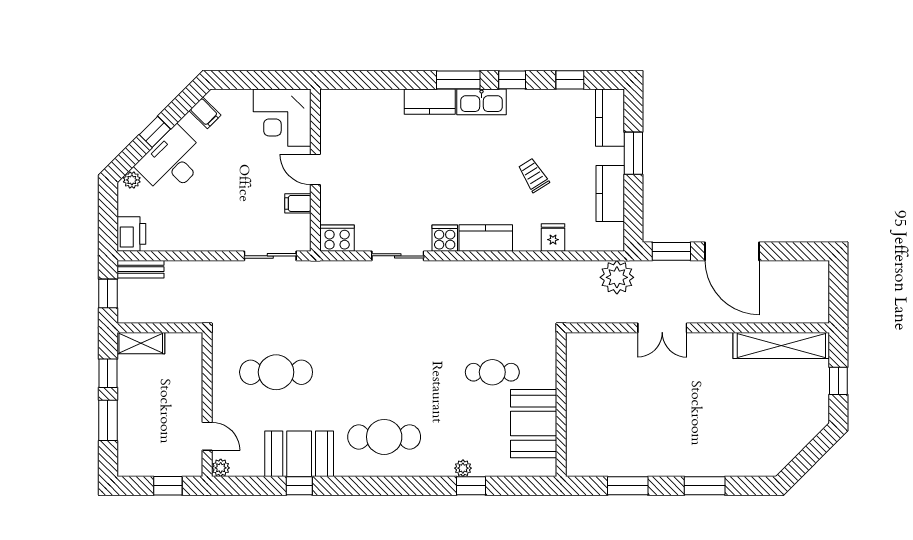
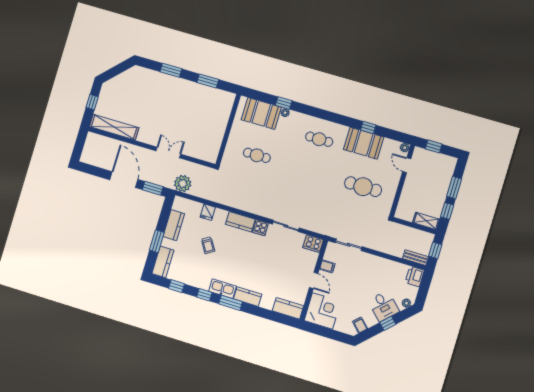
kitchen counter: (348, 103) -> (288, 308), added
desk: (172, 162) -> (384, 306), width x0.73
booth: (534, 424) -> (261, 113), moved, turned 90
cafe table: (384, 437) -> (319, 139), width x0.73, depth x0.74

